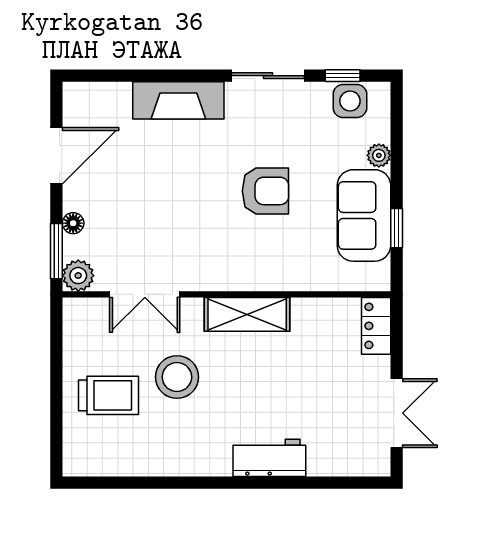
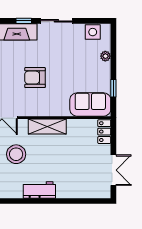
window: (343, 76) -> (24, 21), moved
armchair: (265, 191) -> (35, 78), moved, turned 180
sofa: (364, 215) -> (90, 105), moved, turned 90
workbench: (269, 458) -> (39, 190), moved

